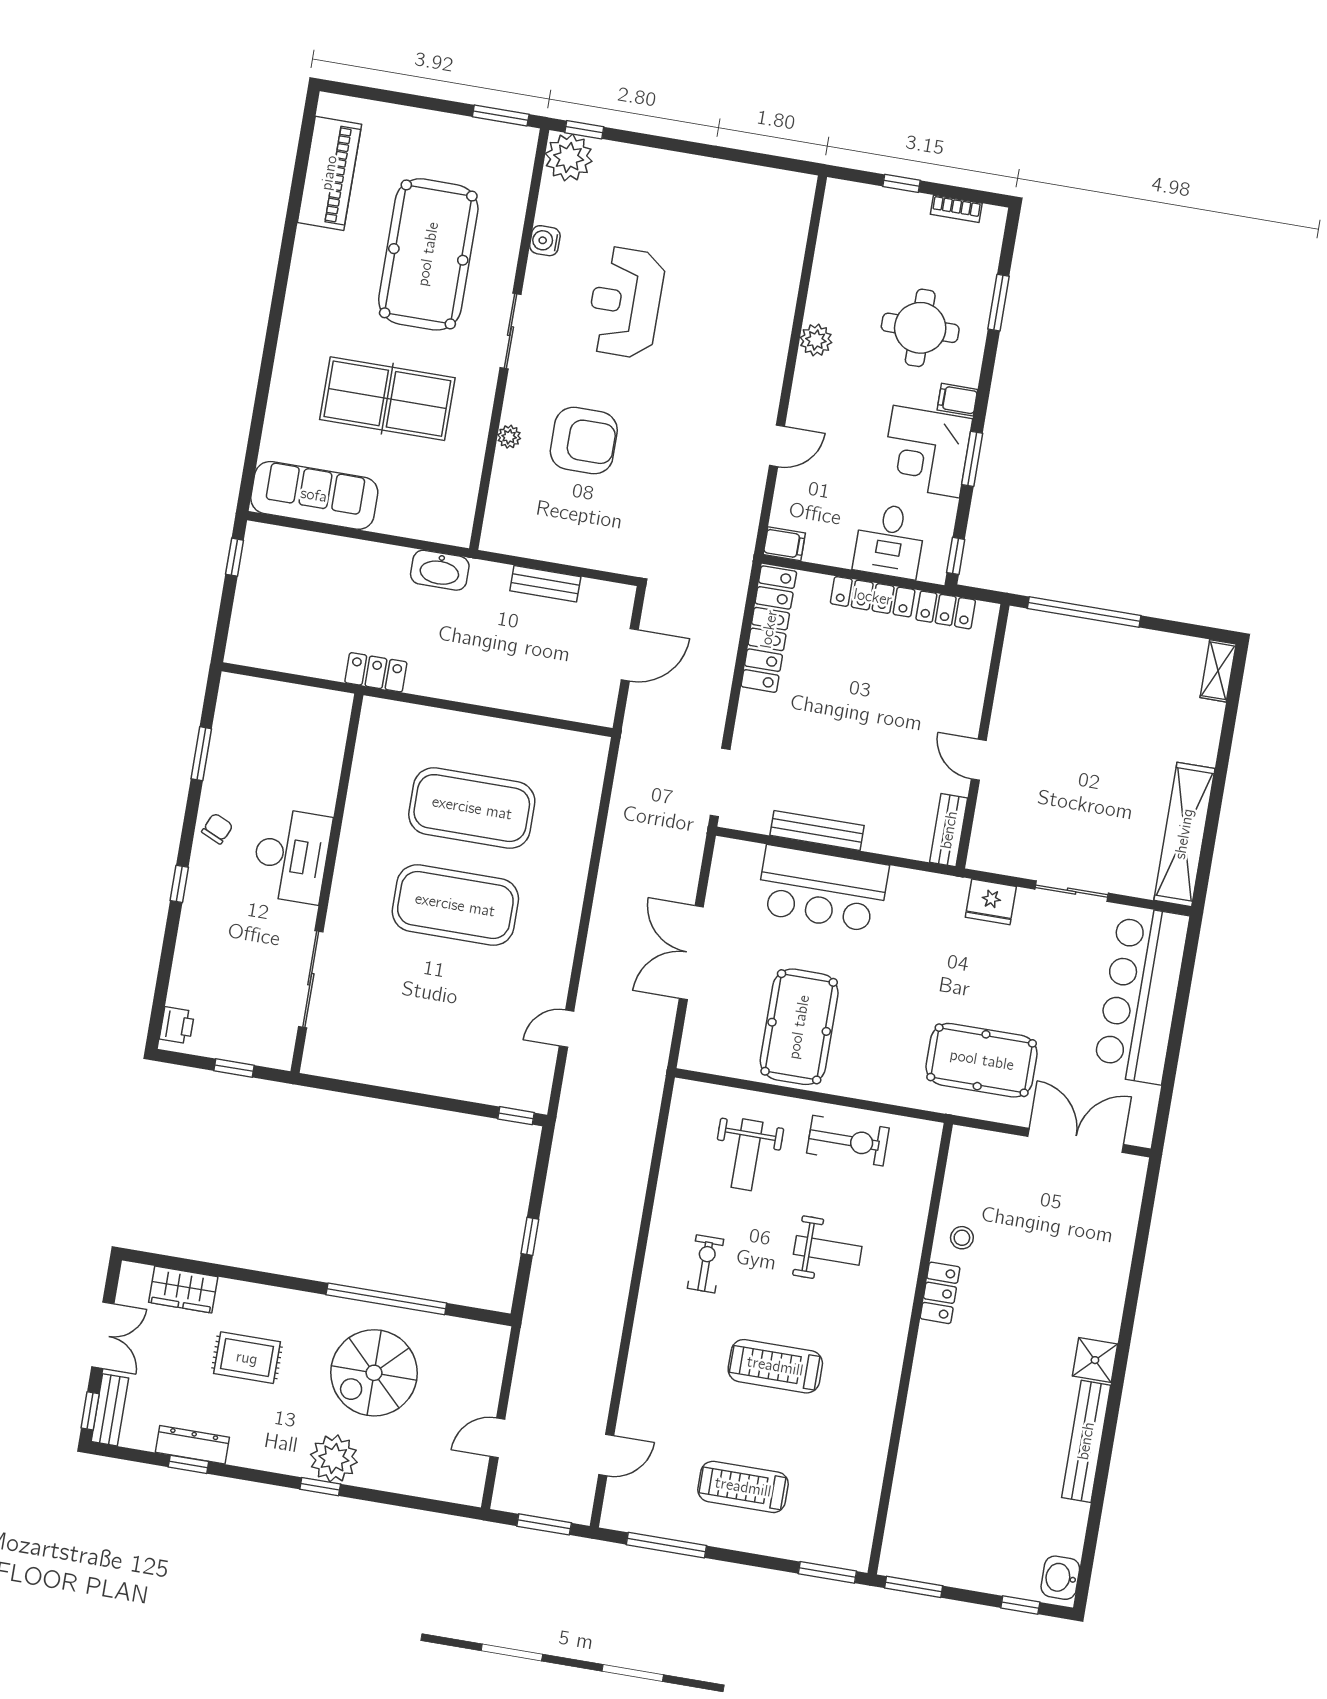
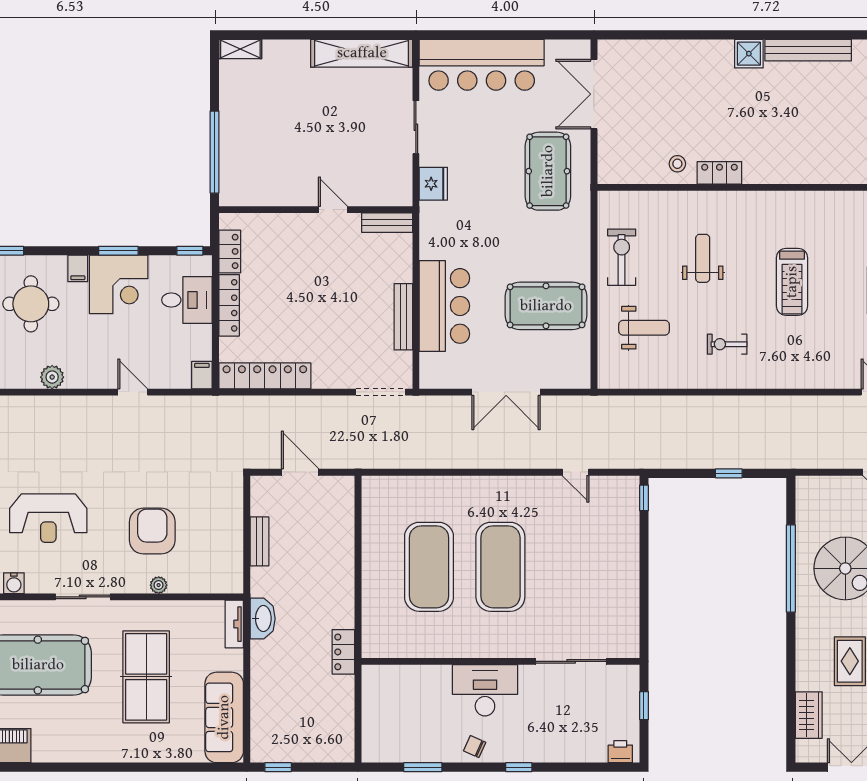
tv unit: (439, 531) -> (234, 624), added
door: (979, 760) -> (333, 210), swing flipped

